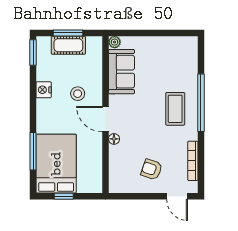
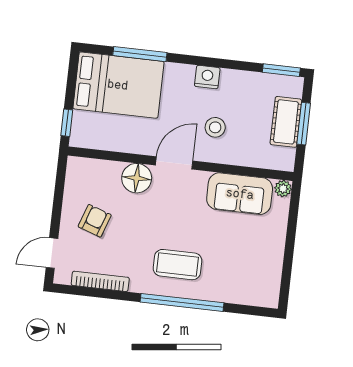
nightstand: (44, 90) -> (207, 77), moved
floor lamp: (114, 139) -> (137, 178), width x1.89, depth x1.89
window: (64, 196) -> (67, 123), moved

